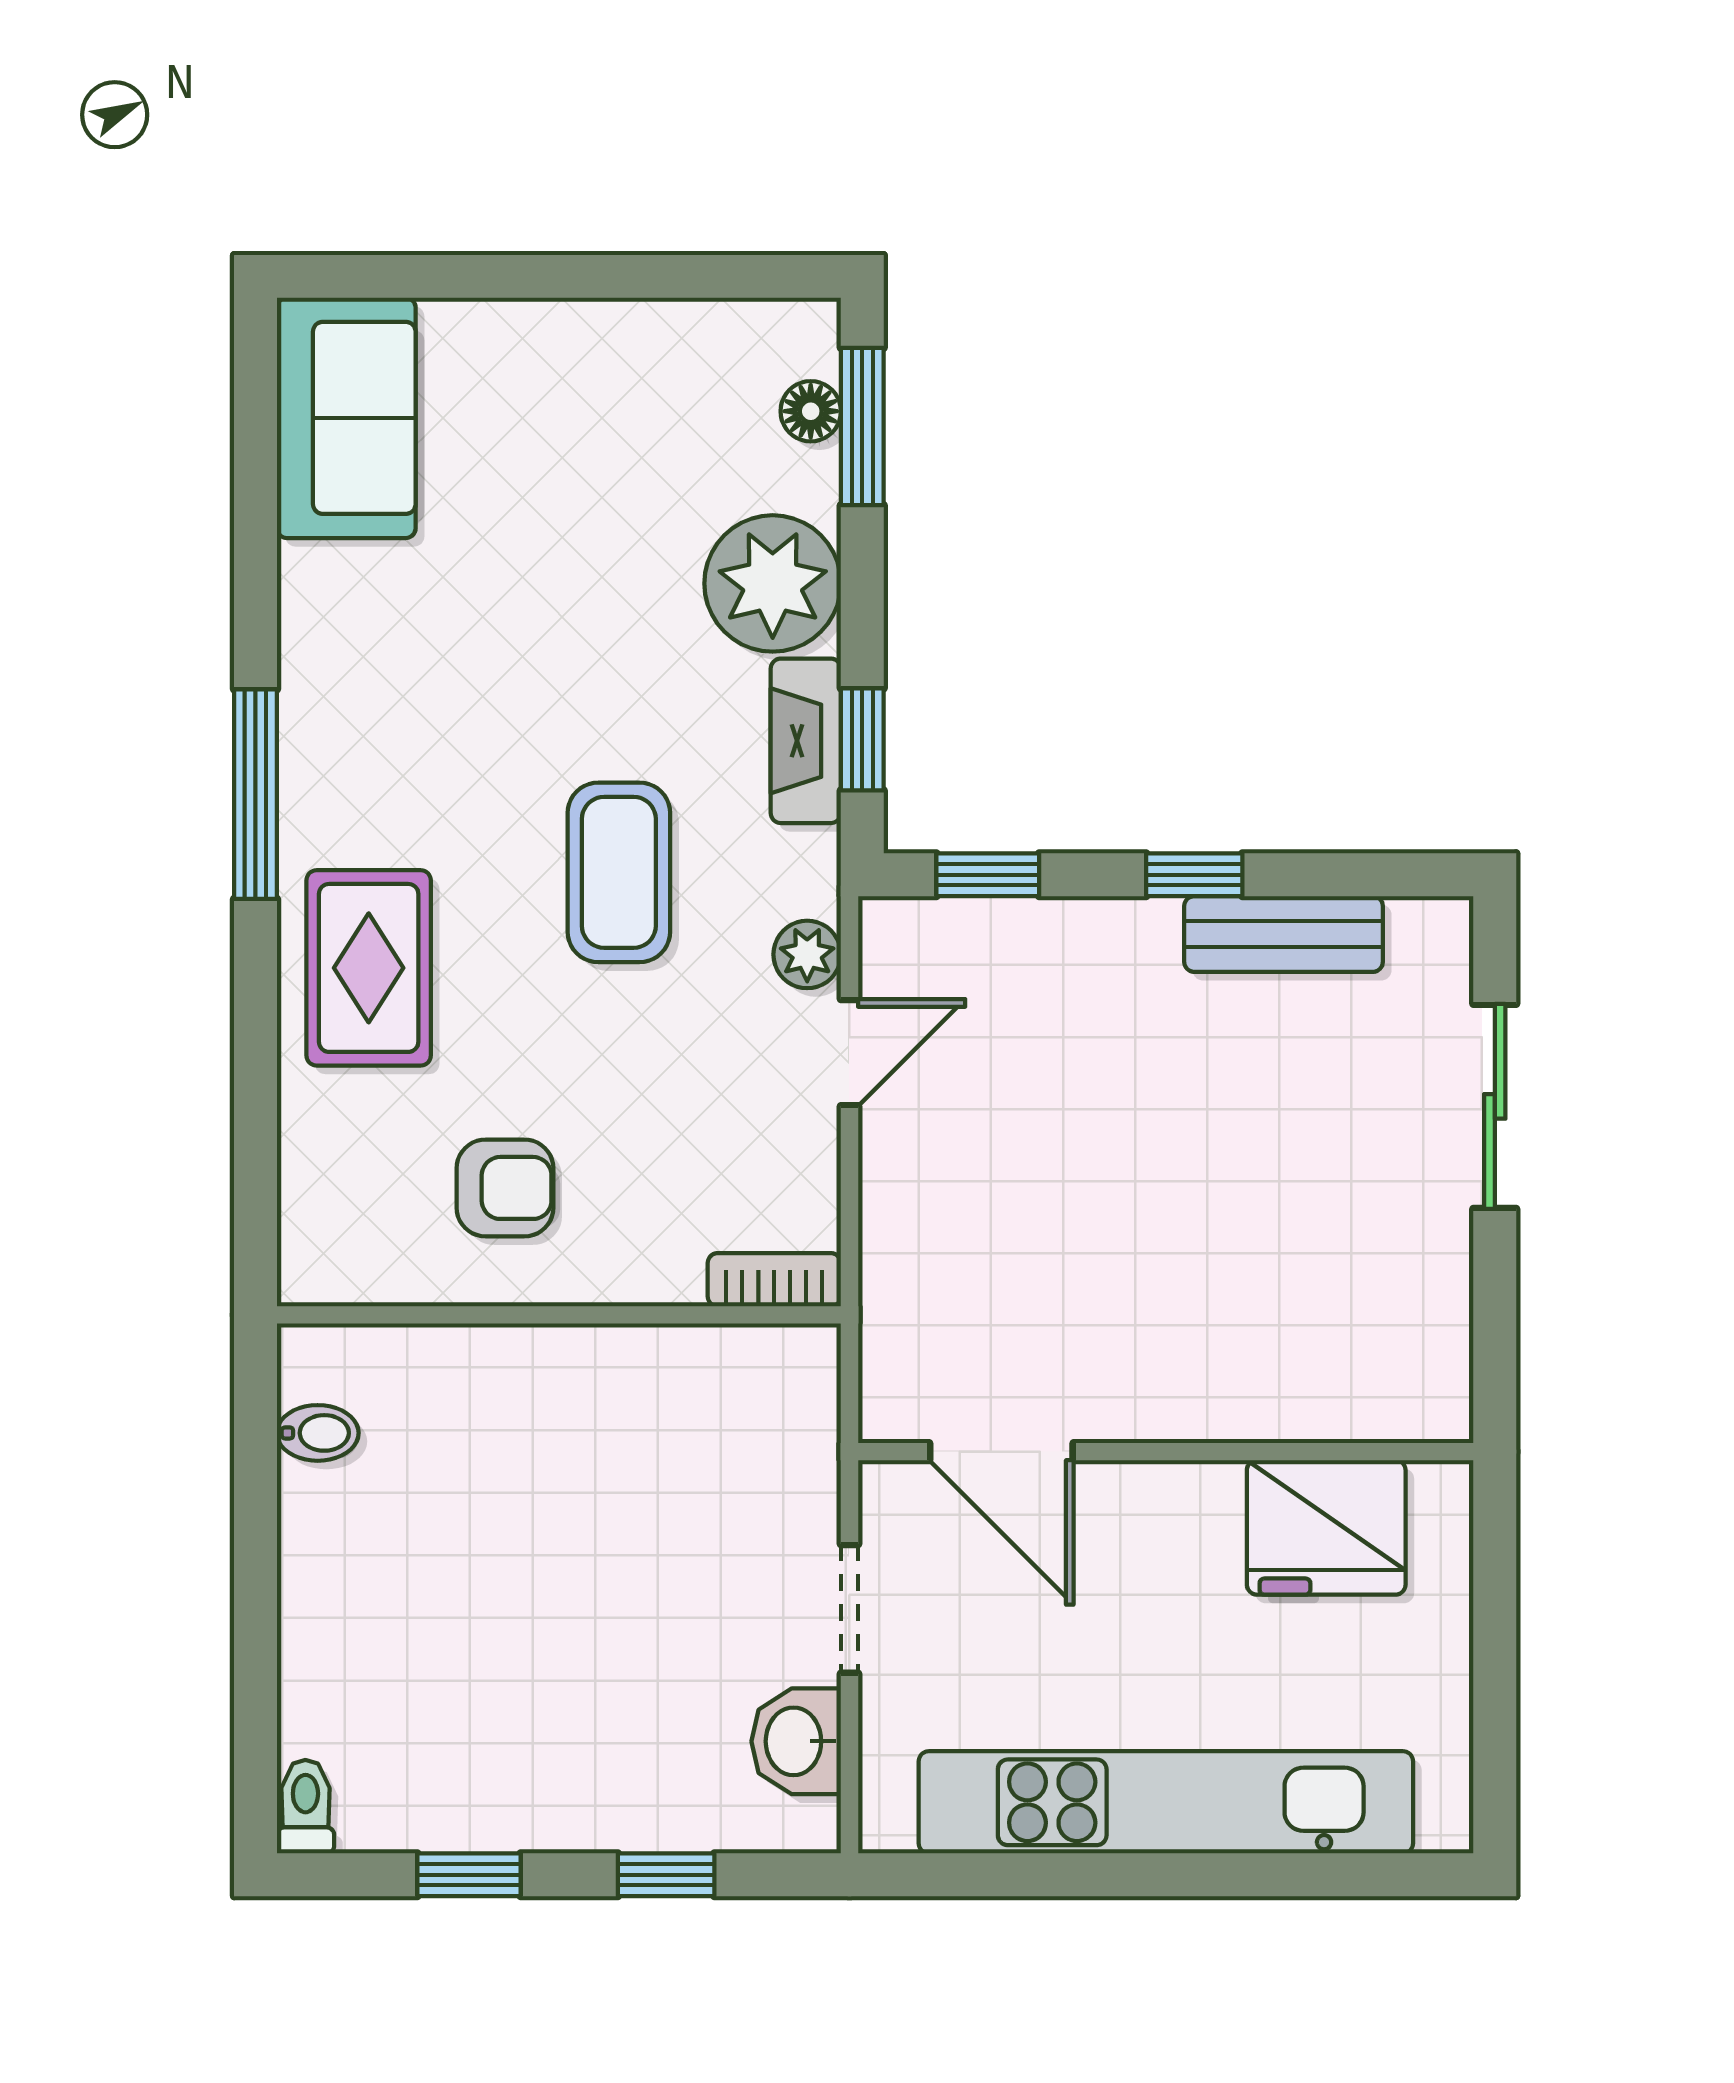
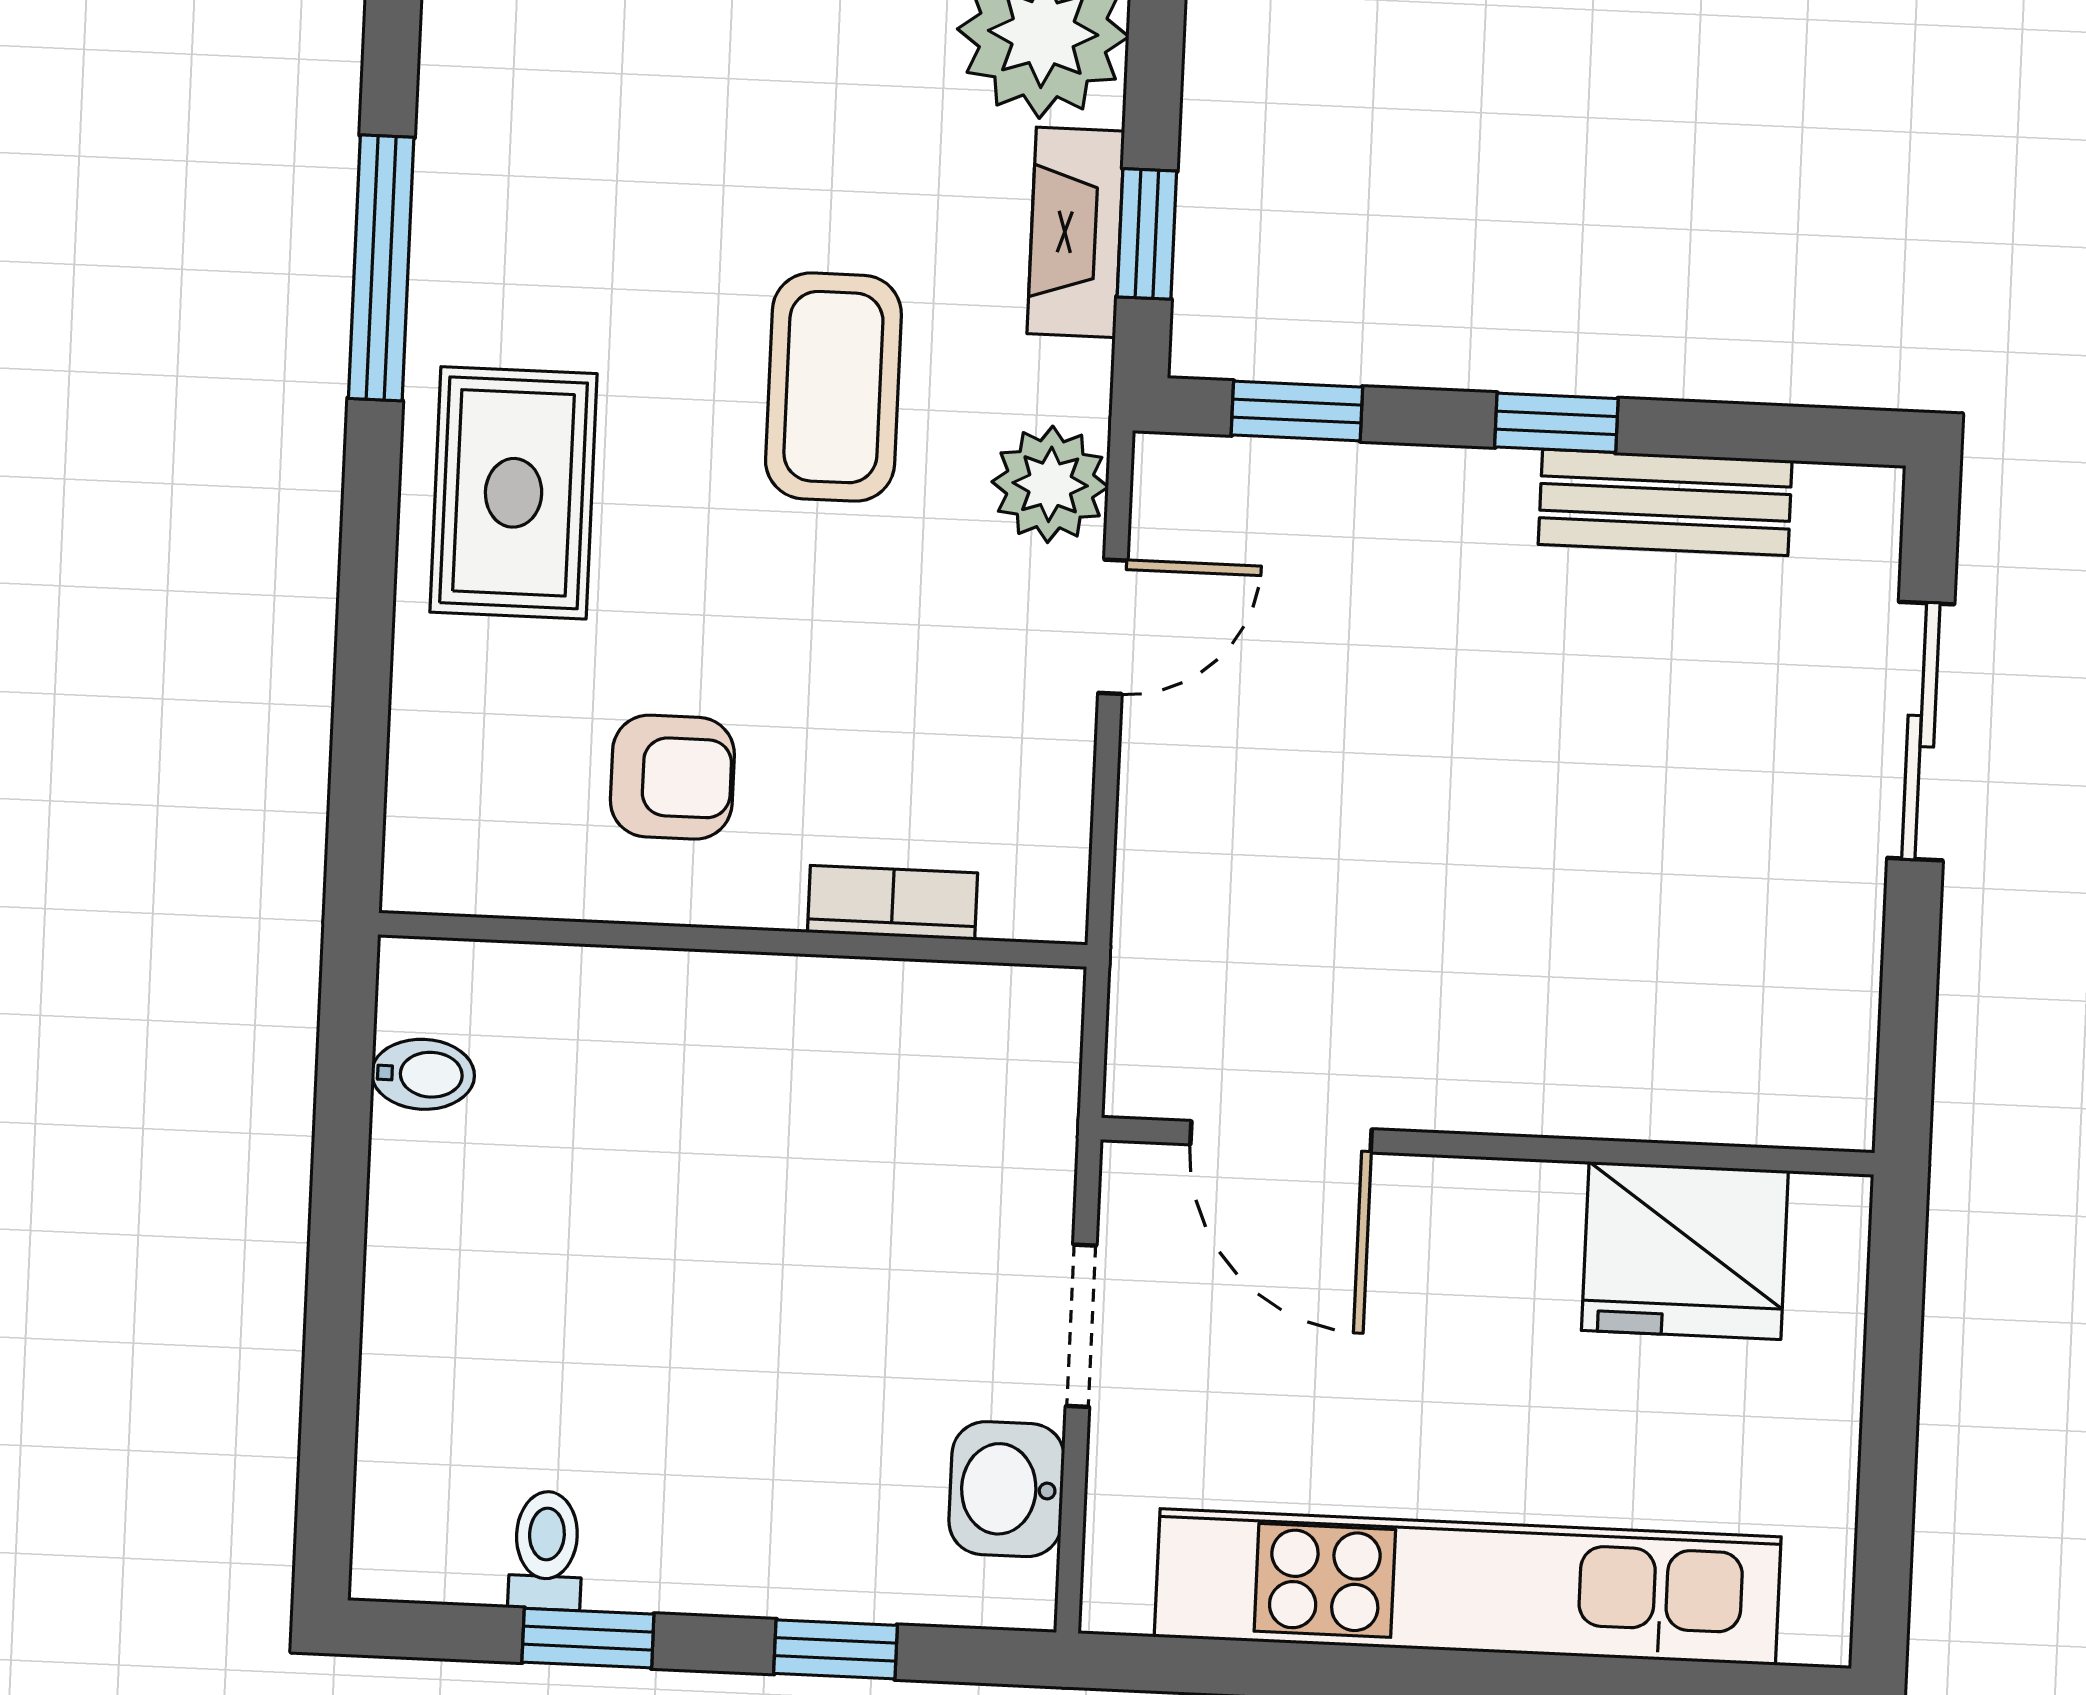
plant: (807, 954) -> (1050, 484), width x1.38, depth x1.38
bookcase: (774, 1280) -> (893, 903), moved
toilet: (305, 1807) -> (546, 1550), moved

